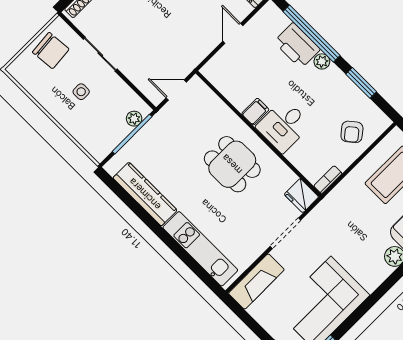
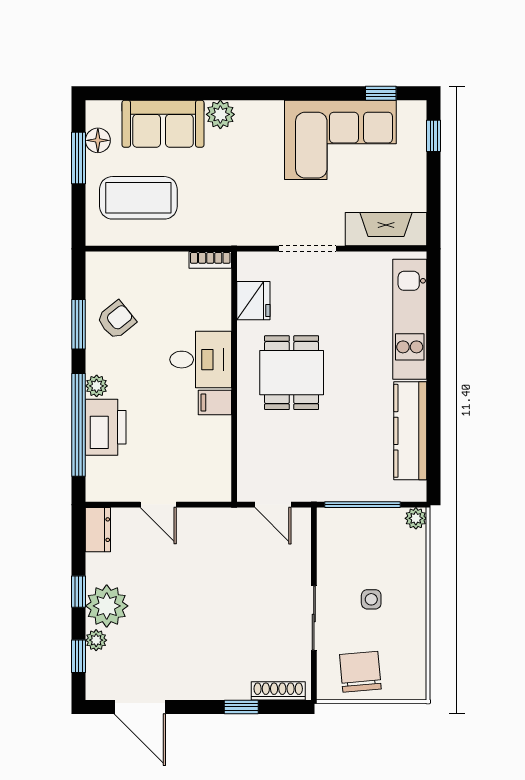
door: (233, 33) -> (158, 505), hinge flipped
plant: (134, 119) -> (416, 518), moved
armchair: (352, 132) -> (116, 320), moved
fridge: (301, 196) -> (253, 301), moved

